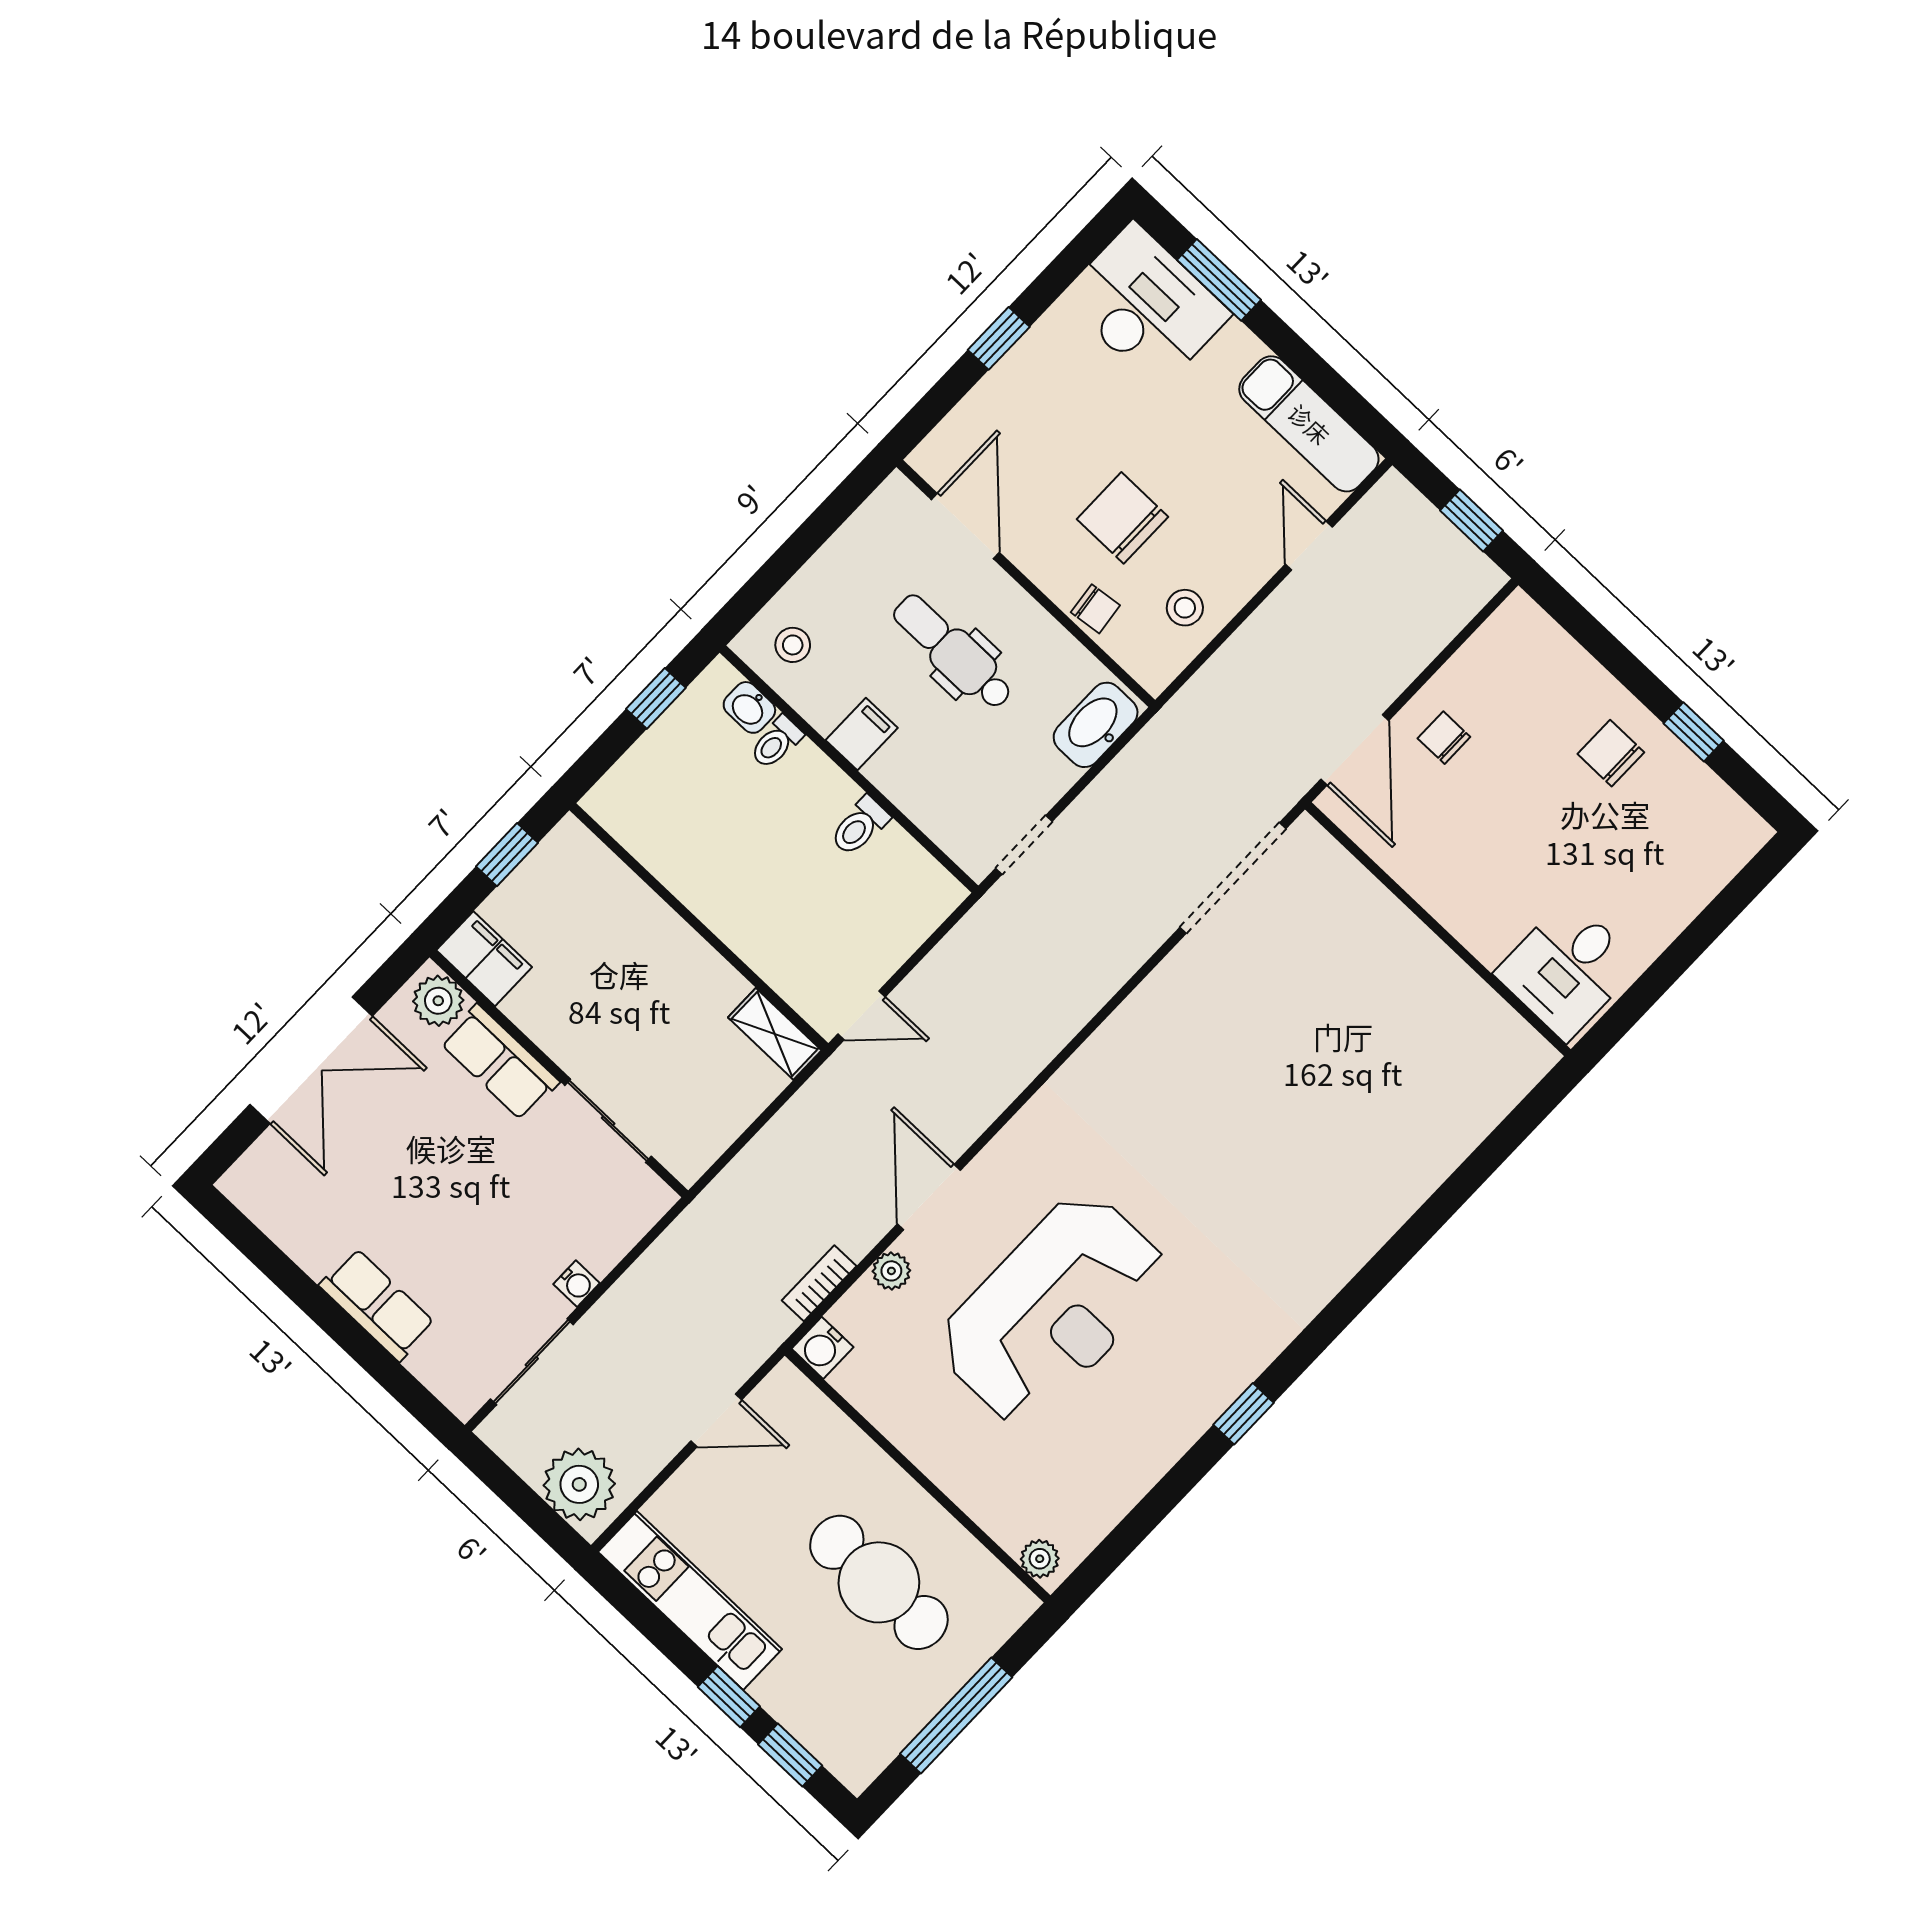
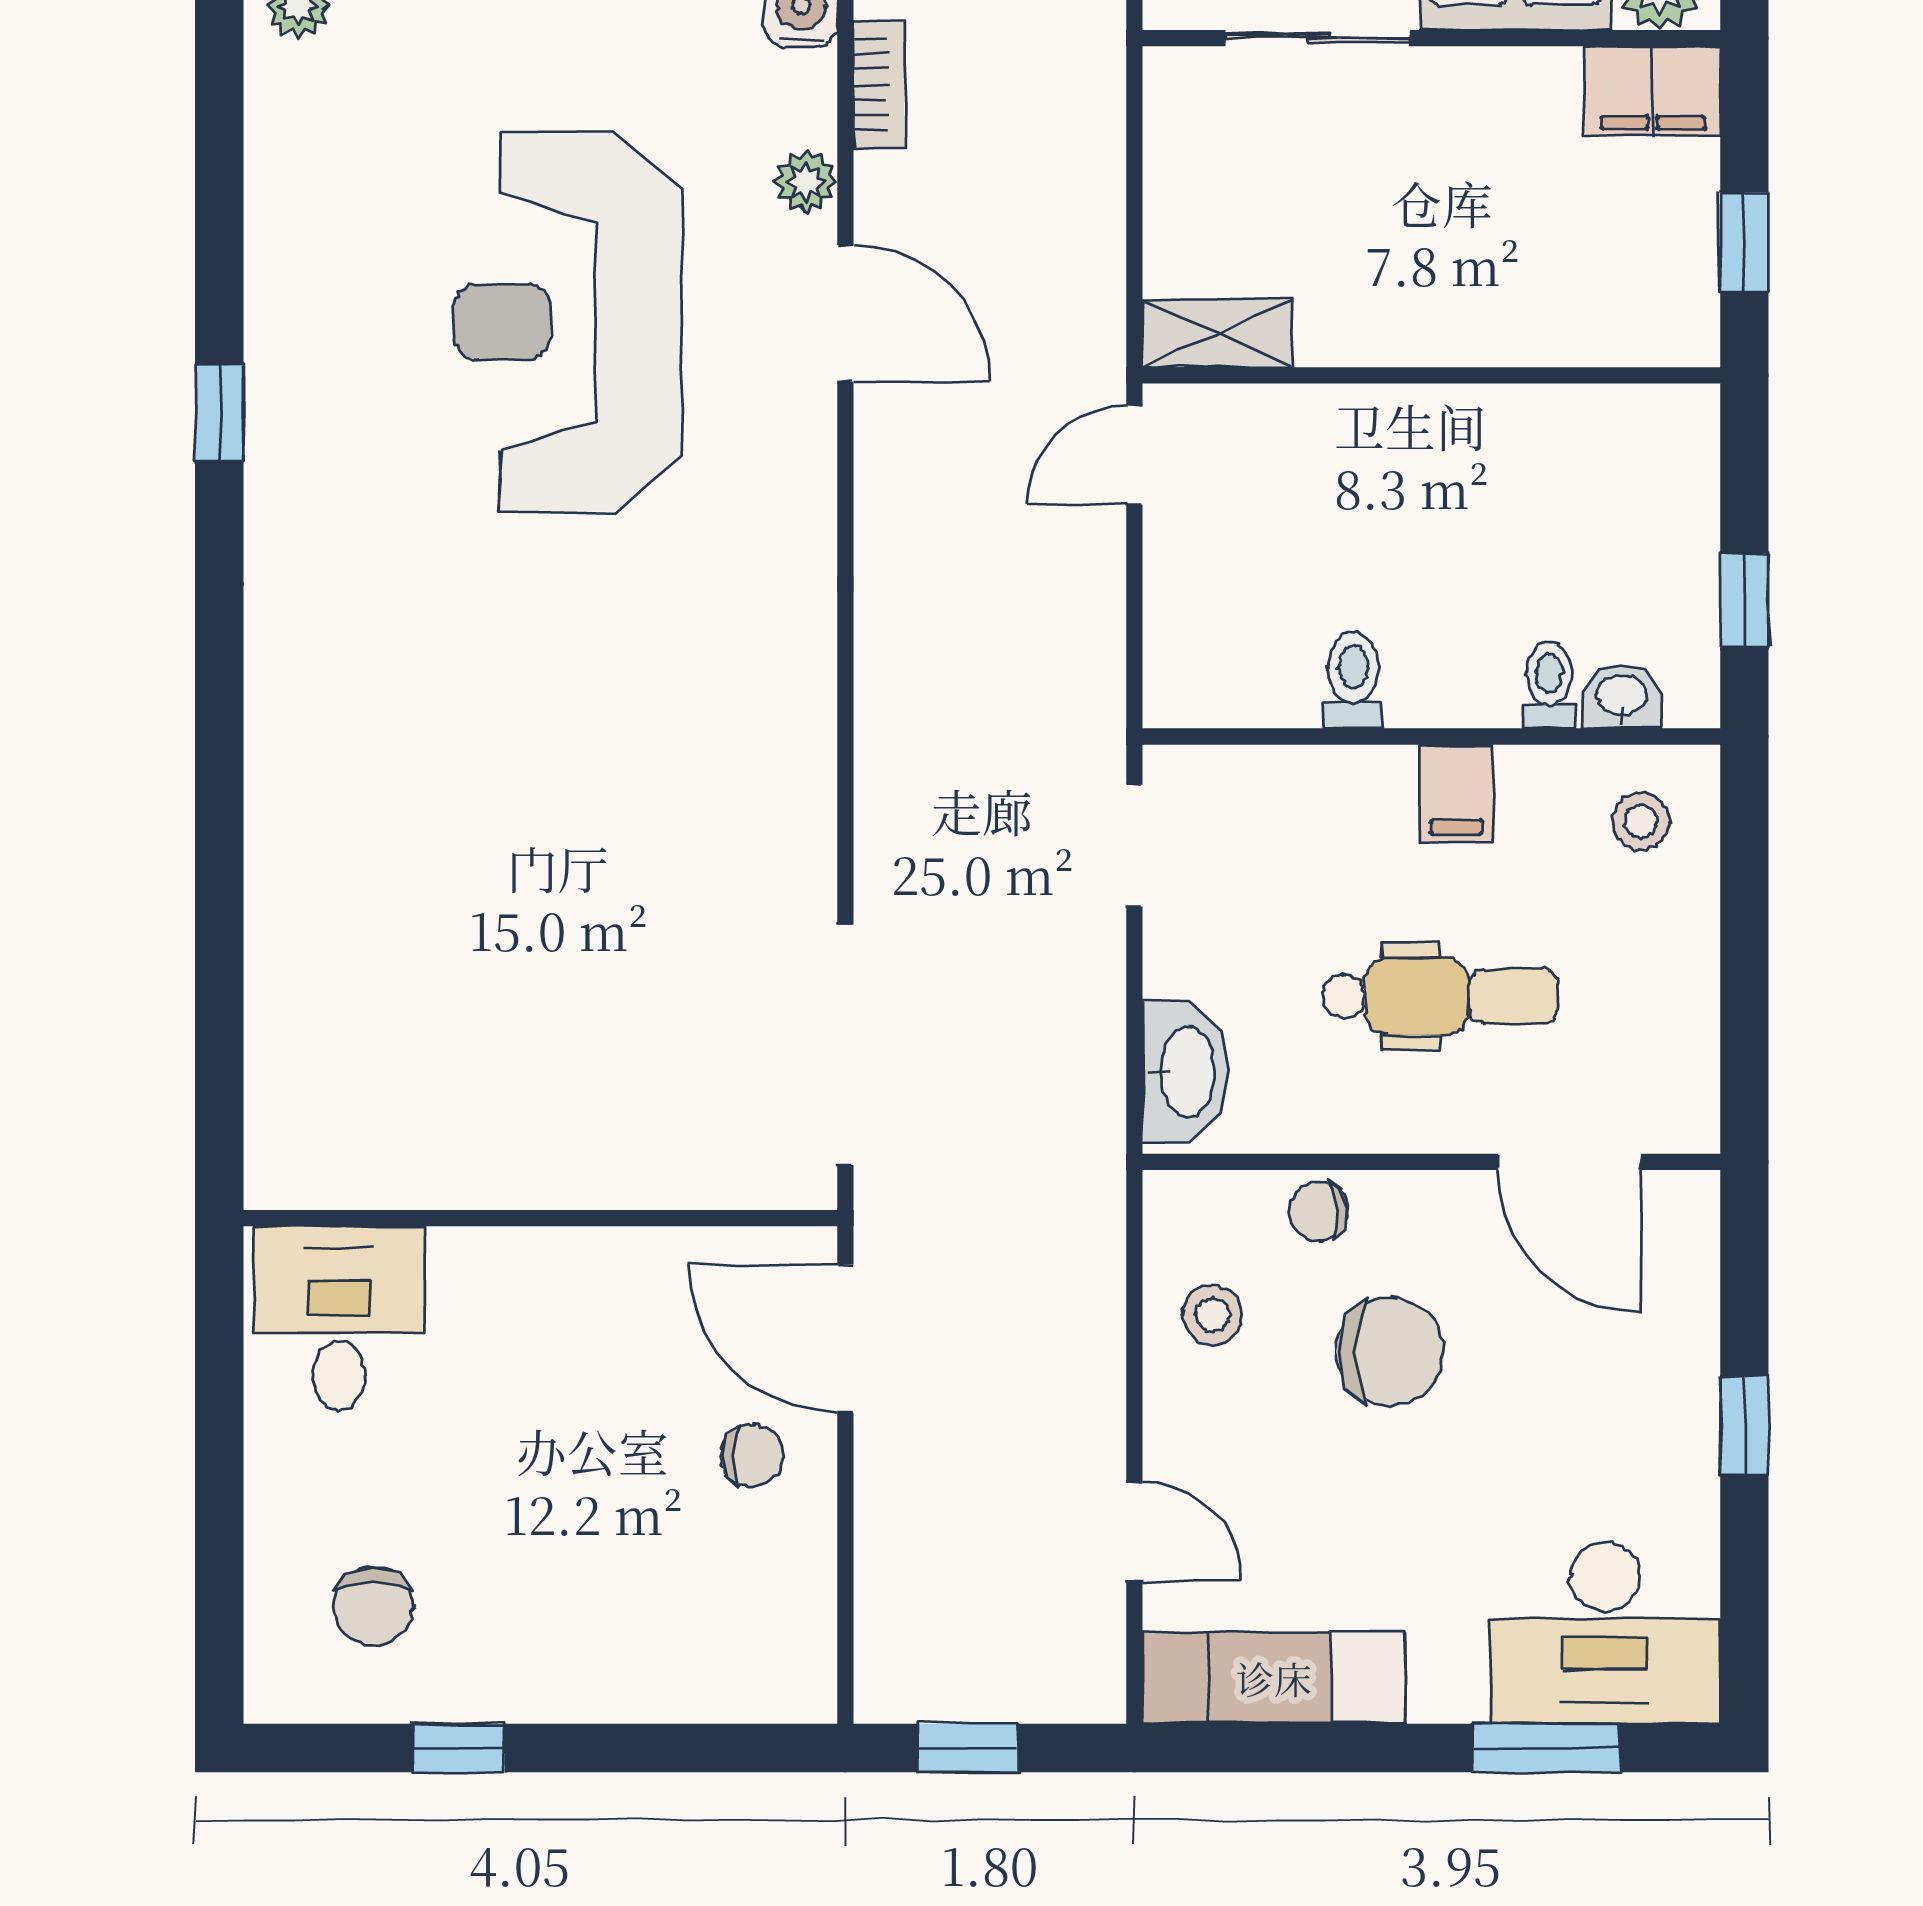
chair: (1611, 753) -> (373, 1606), moved, turned 90

